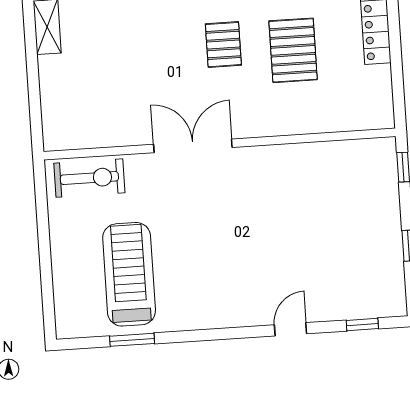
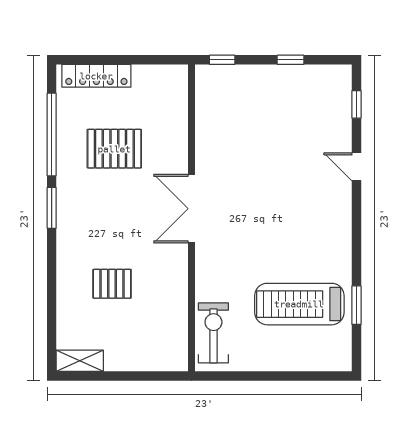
pallet: (223, 45) -> (112, 284), moved
double door: (193, 146) -> (192, 209), moved

